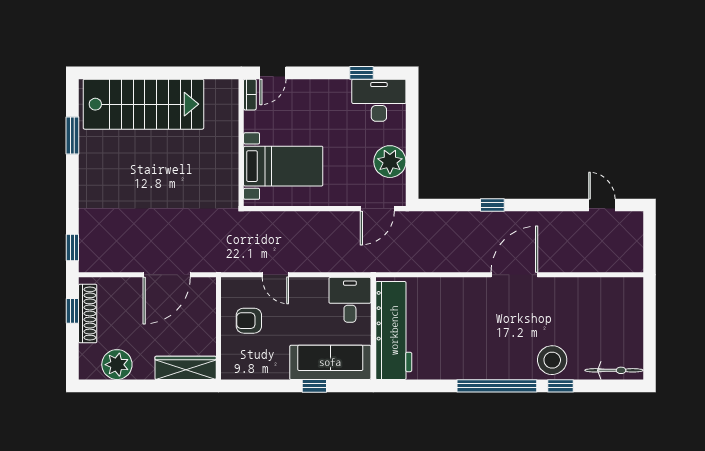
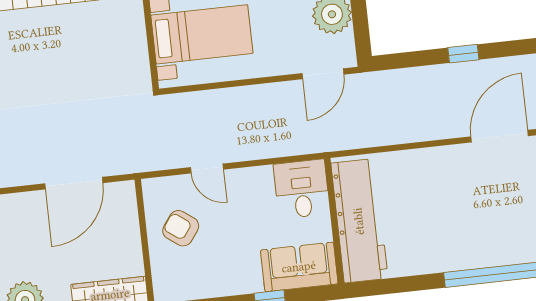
armchair: (249, 321) -> (181, 228), turned 36
sofa: (330, 362) -> (299, 267), width x0.73

